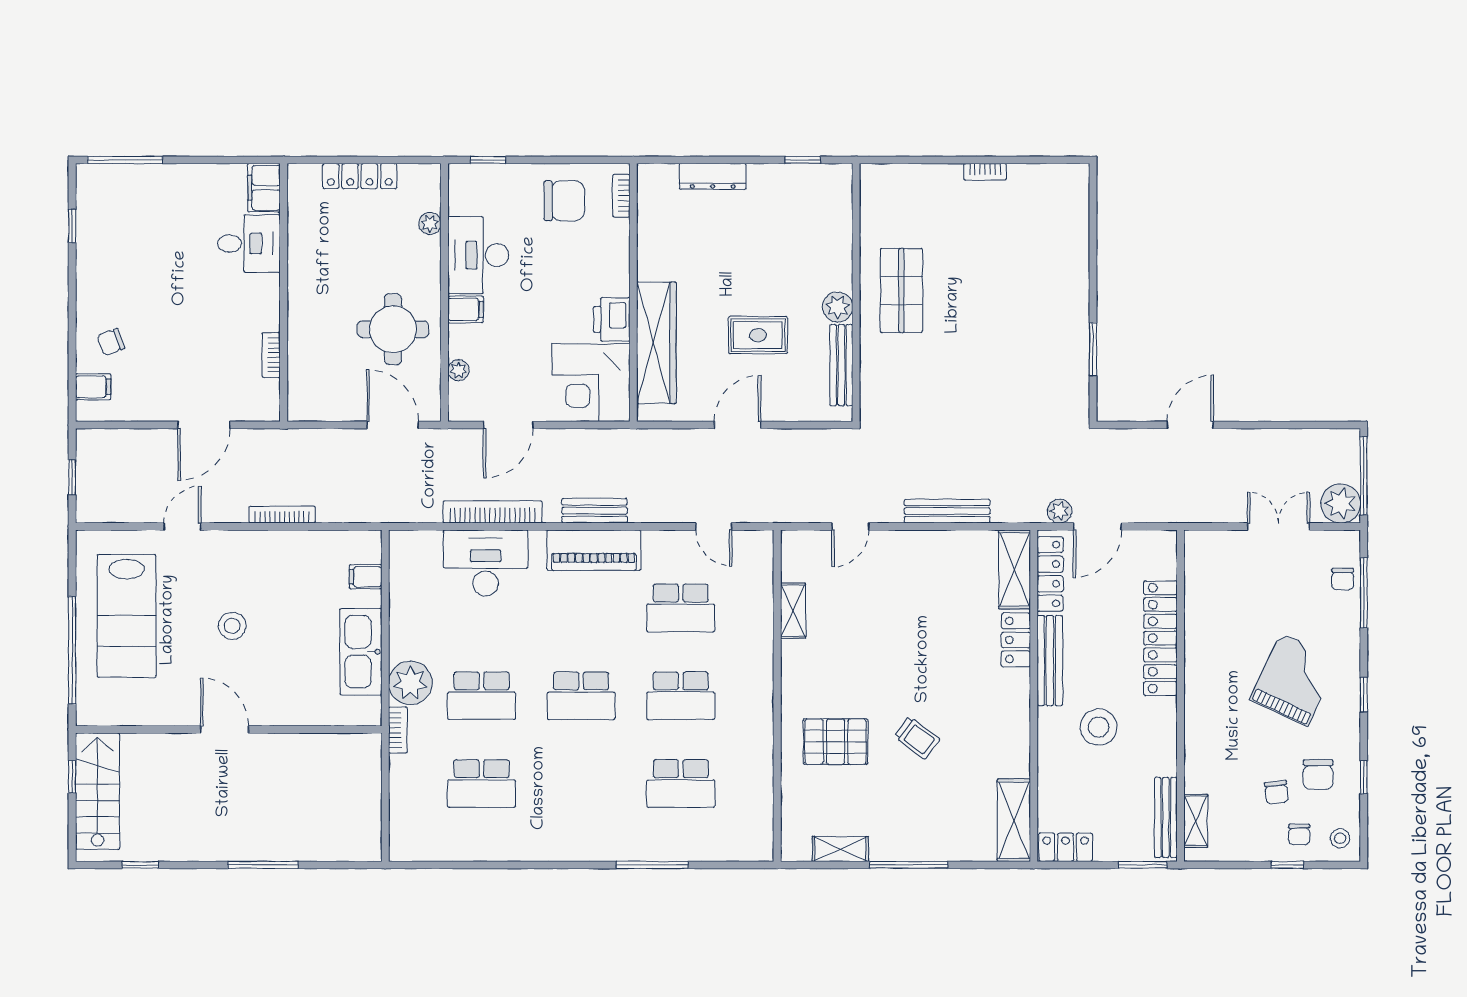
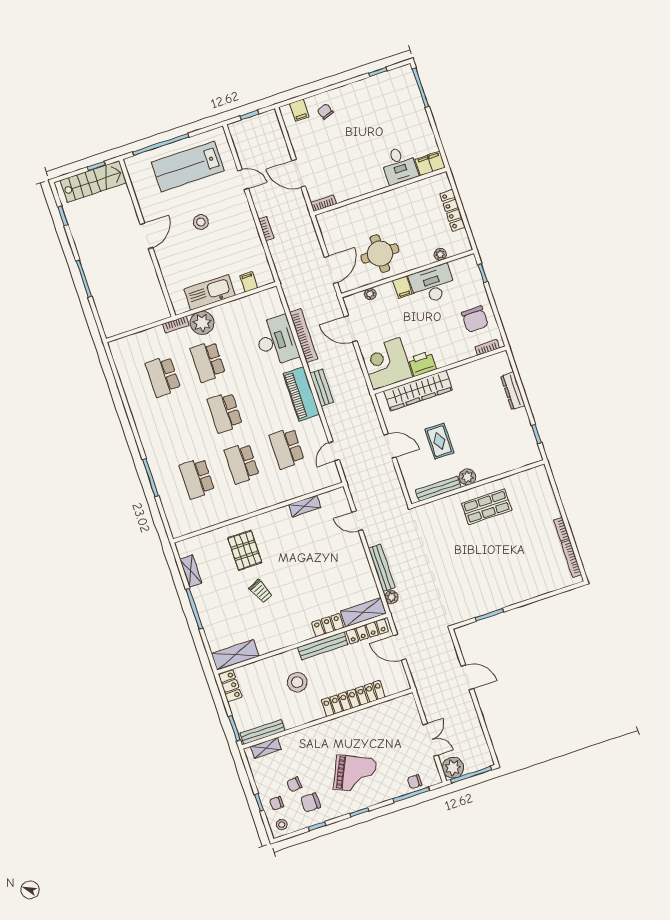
bookcase: (1043, 172) -> (571, 559), added
bookcase: (271, 355) -> (323, 203), moved
plant: (1060, 511) -> (391, 597), moved
bookcase: (282, 515) -> (266, 229), width x0.64
trolley: (917, 738) -> (261, 591), turned -62

